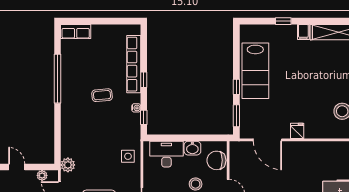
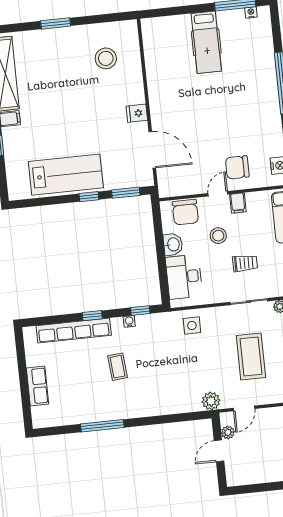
row of seats: (76, 31) -> (37, 386), moved
window: (57, 79) -> (102, 426), width x0.68
door: (267, 140) -> (152, 150), hinge flipped
door: (17, 167) -> (219, 451), moved

